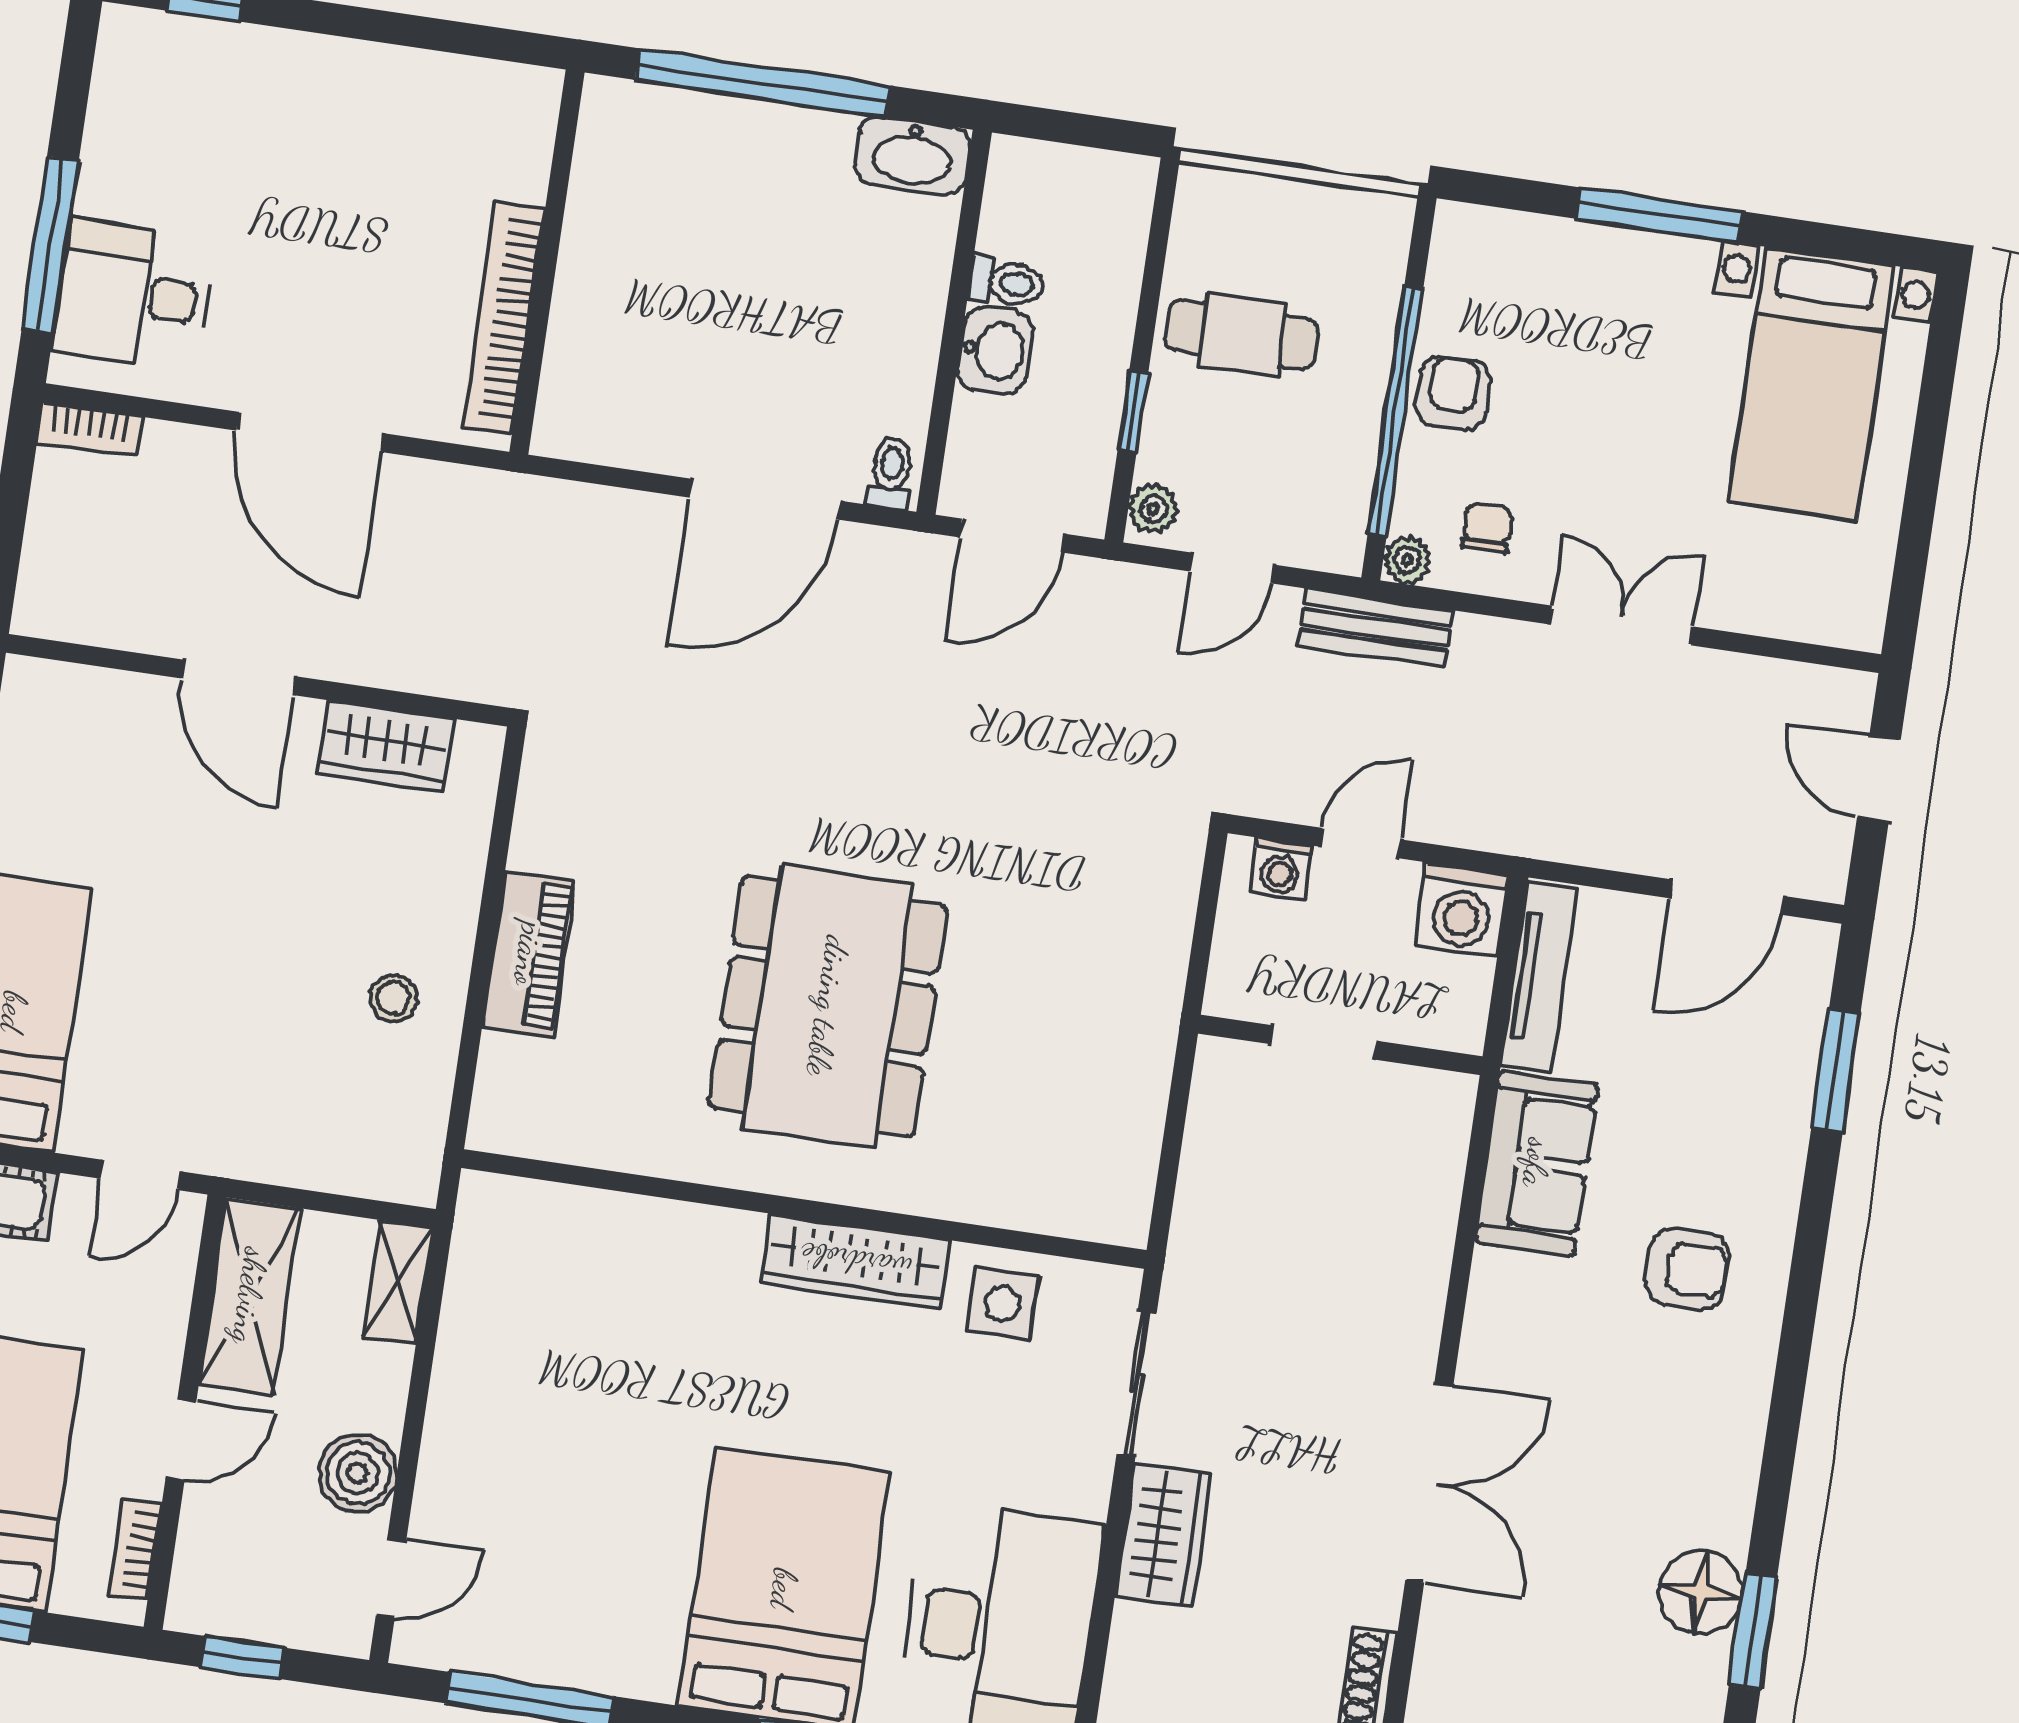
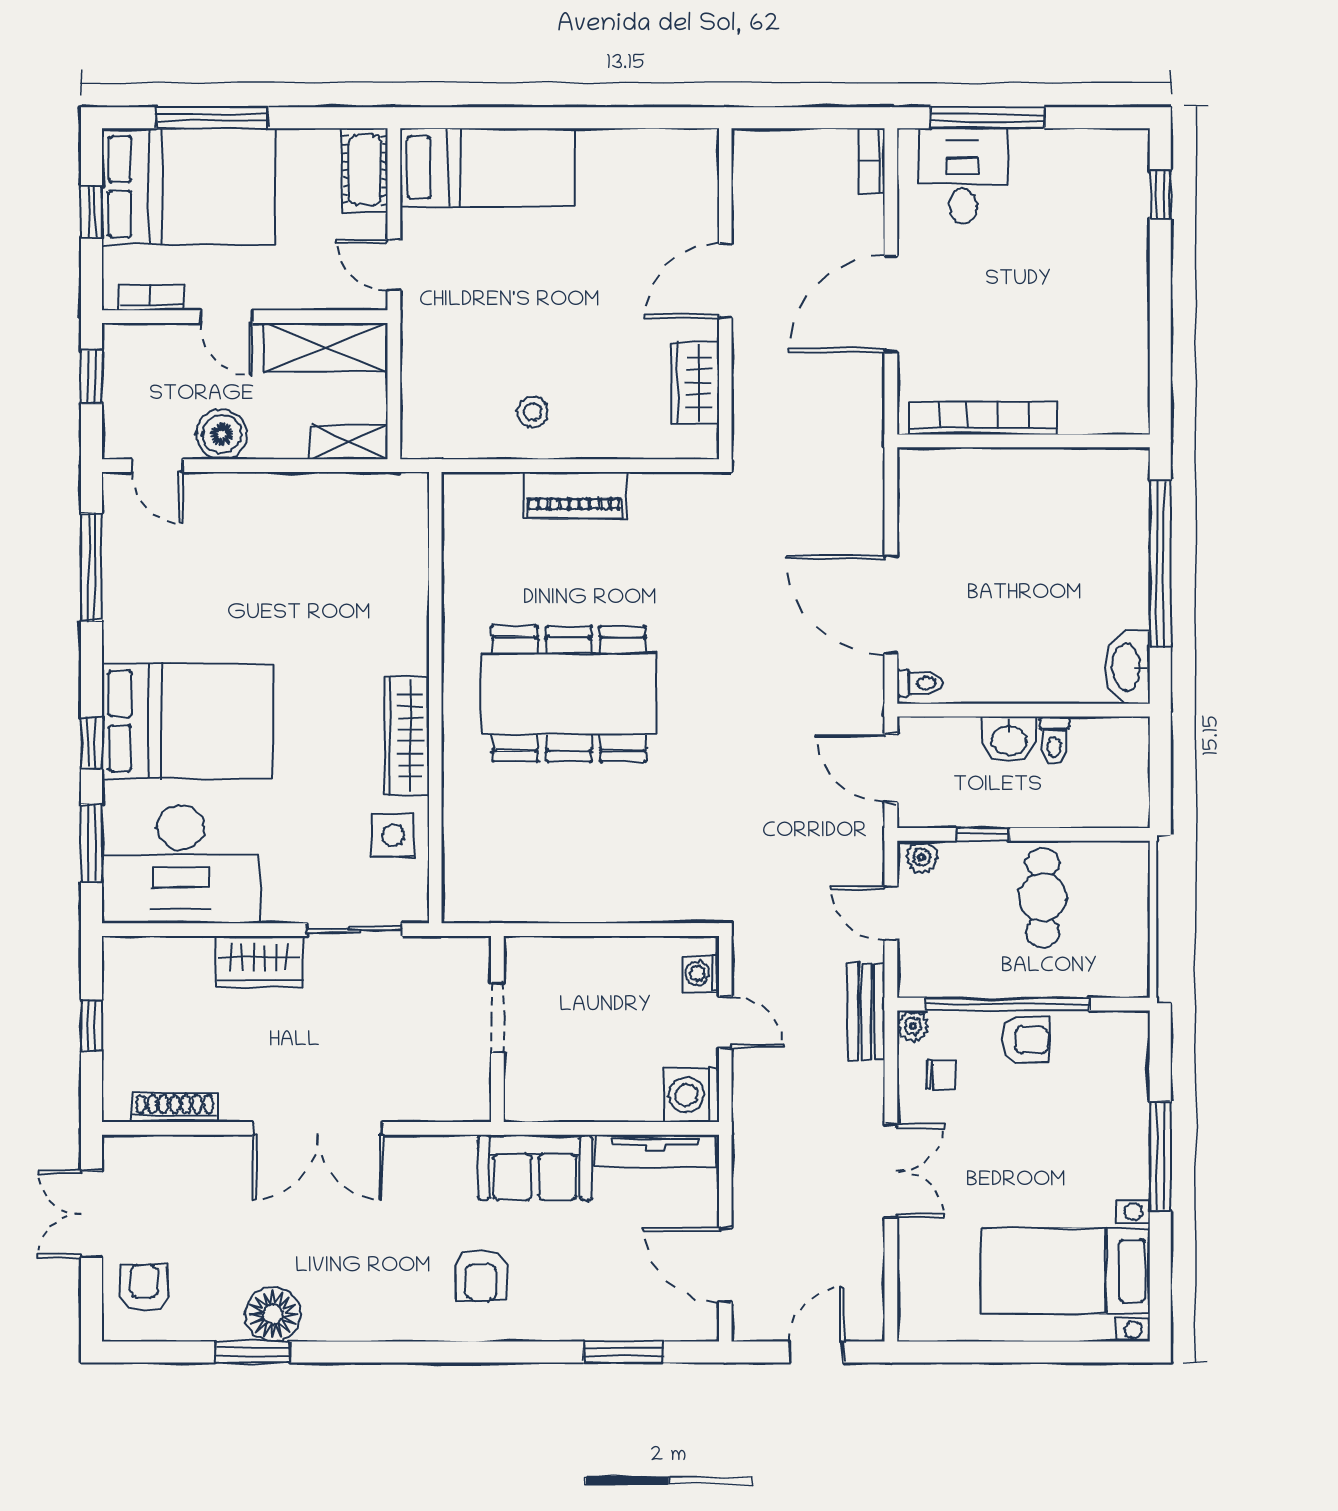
doorway: (1323, 1042) -> (497, 1018), moved
wall: (1340, 1045) -> (497, 1029), moved

